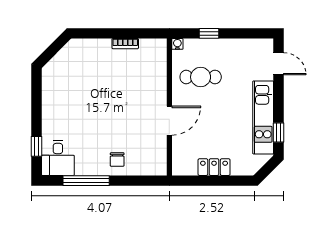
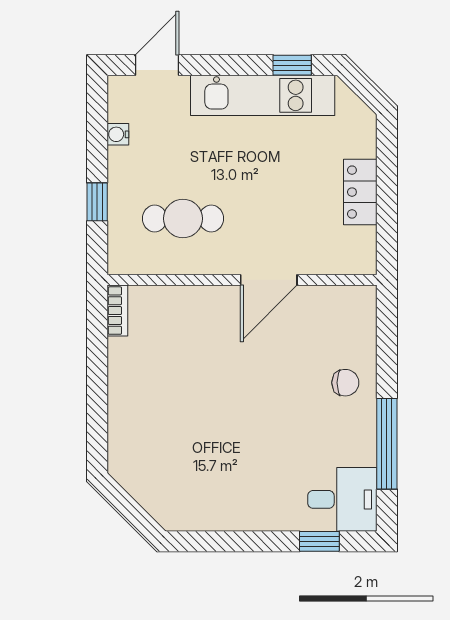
bookcase: (125, 44) -> (117, 311), moved
water cooler: (177, 44) -> (118, 134), moved
cafe table: (201, 77) -> (183, 219), turned 90
door: (169, 121) -> (269, 280), swing flipped

